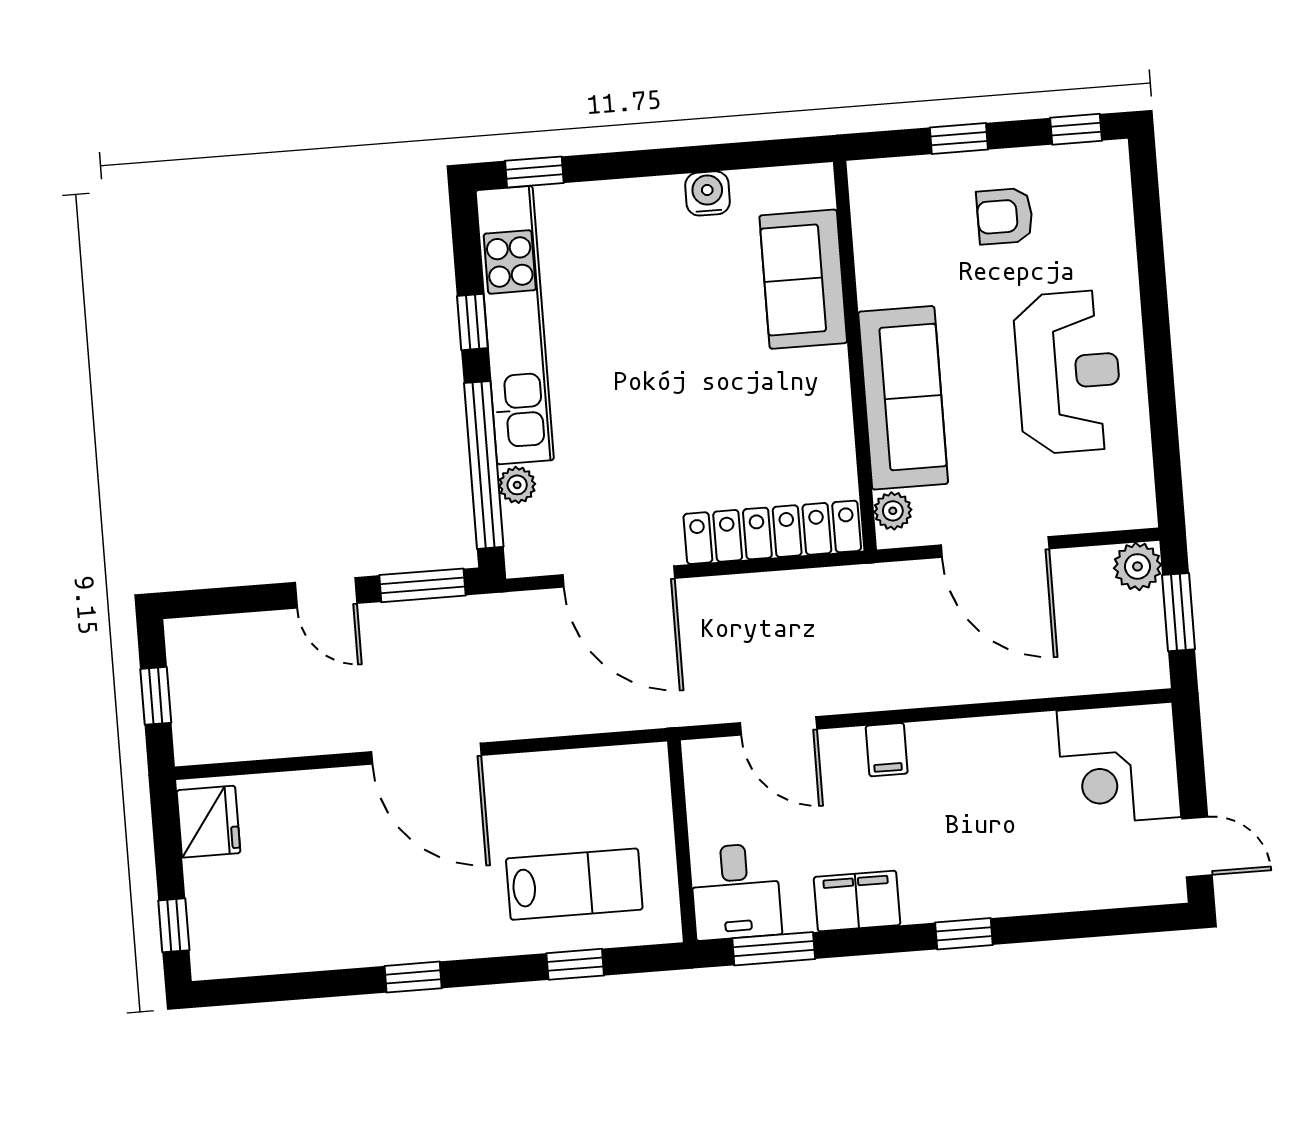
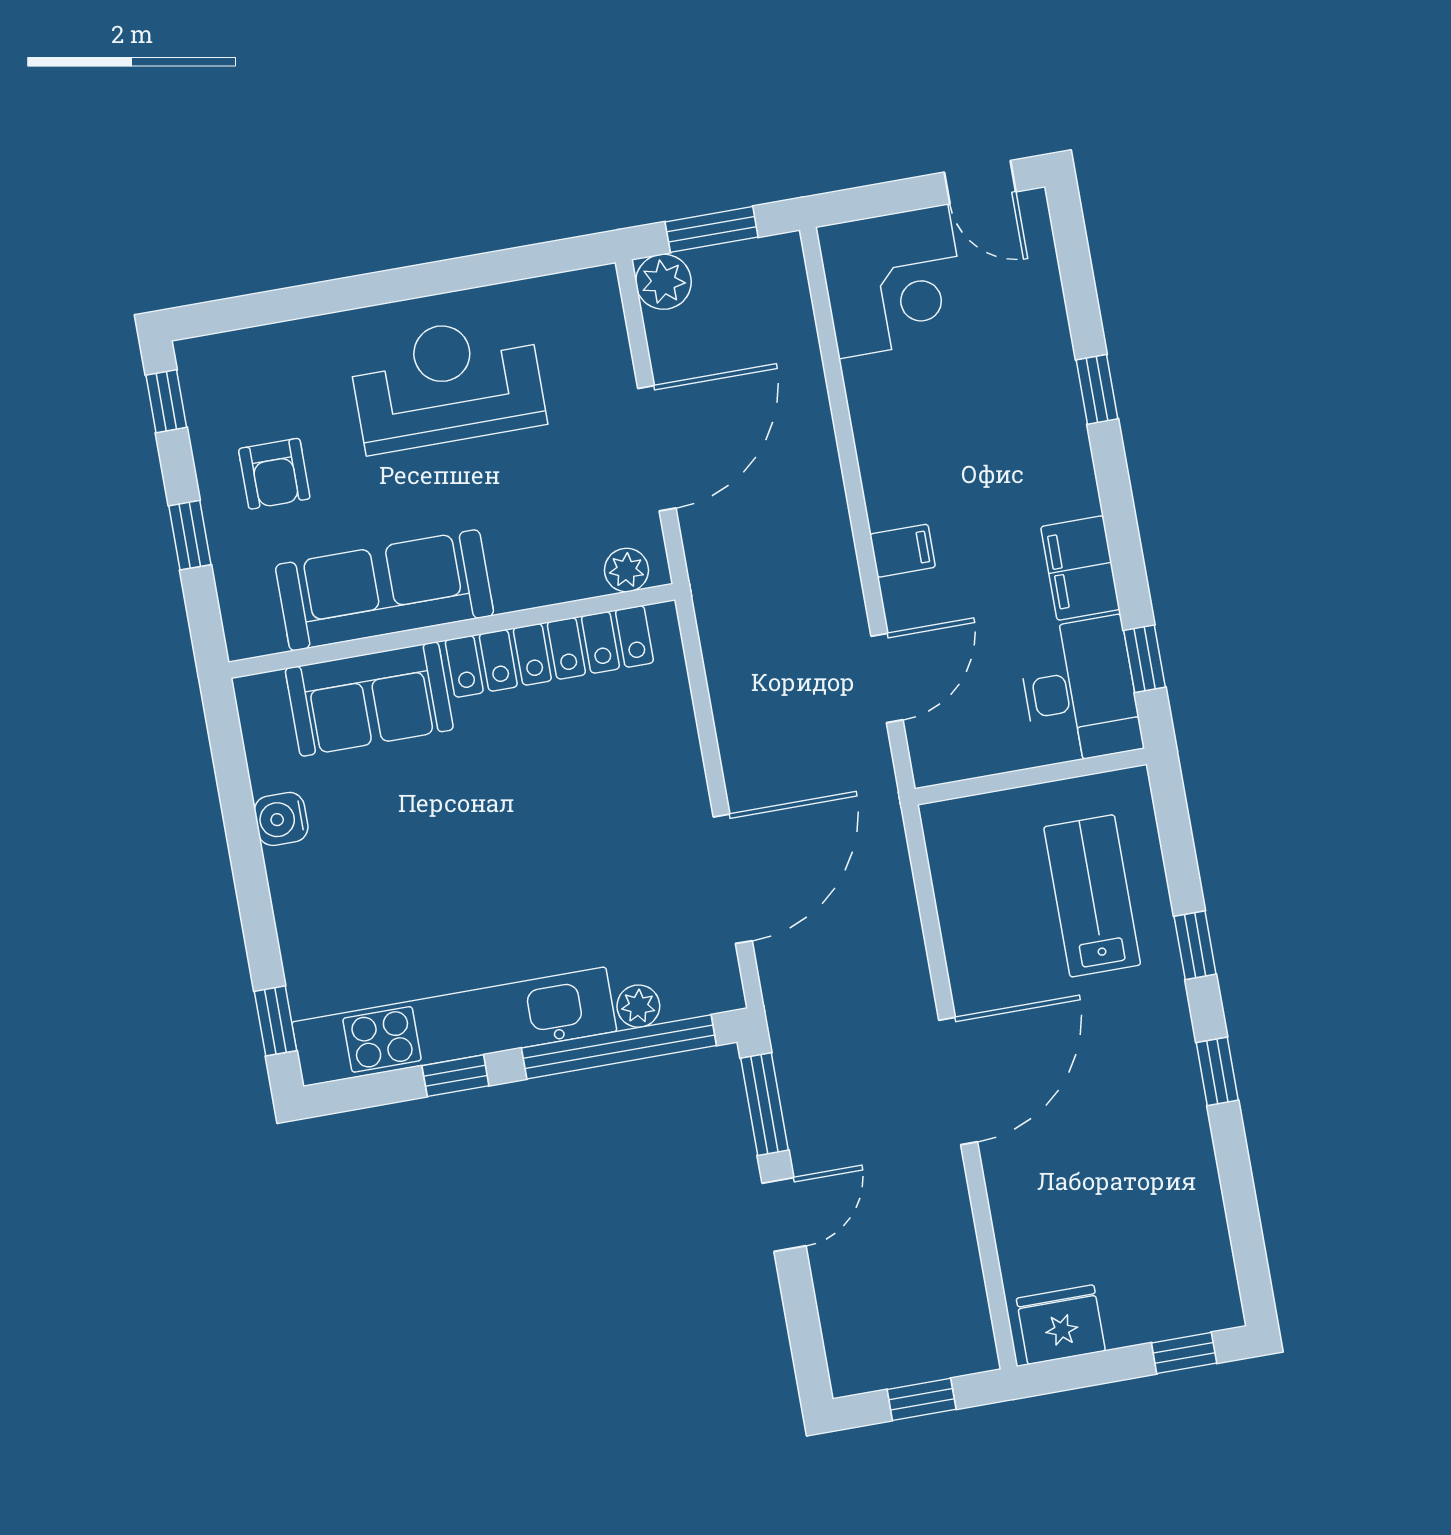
sofa: (903, 398) -> (385, 590), moved
locker: (772, 532) -> (549, 651), moved, turned -90
door: (1197, 847) -> (980, 182), swing flipped
desk: (736, 892) -> (1080, 690), width x1.37
window: (964, 934) -> (1097, 389), moved
window: (774, 949) -> (1145, 659), width x0.67
window: (575, 964) -> (1195, 945), moved

